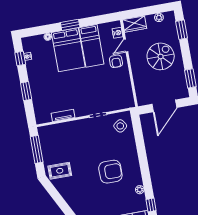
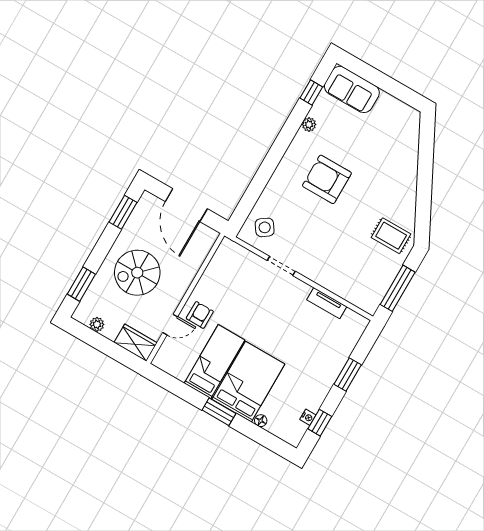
nightstand: (118, 33) -> (167, 350), removed
door: (164, 106) -> (186, 205), swing flipped

